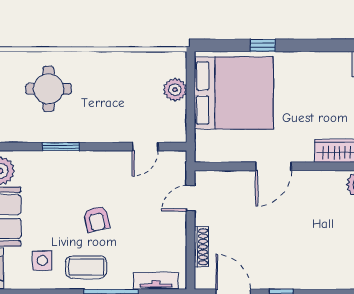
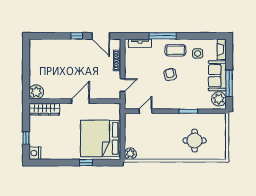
plant: (175, 90) -> (130, 154), moved

